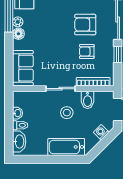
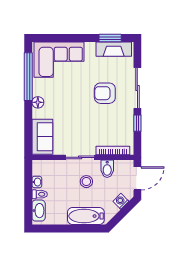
plant: (18, 22) -> (37, 90), removed
armchair: (87, 51) -> (106, 120), removed

